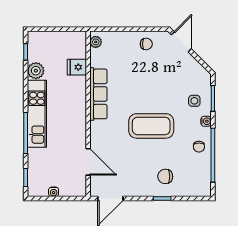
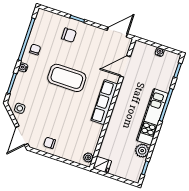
fridge: (77, 67) -> (102, 165), moved
row of seats: (98, 94) -> (104, 102), moved
side table: (194, 101) -> (20, 108), moved
door: (88, 162) -> (125, 66), hinge flipped

